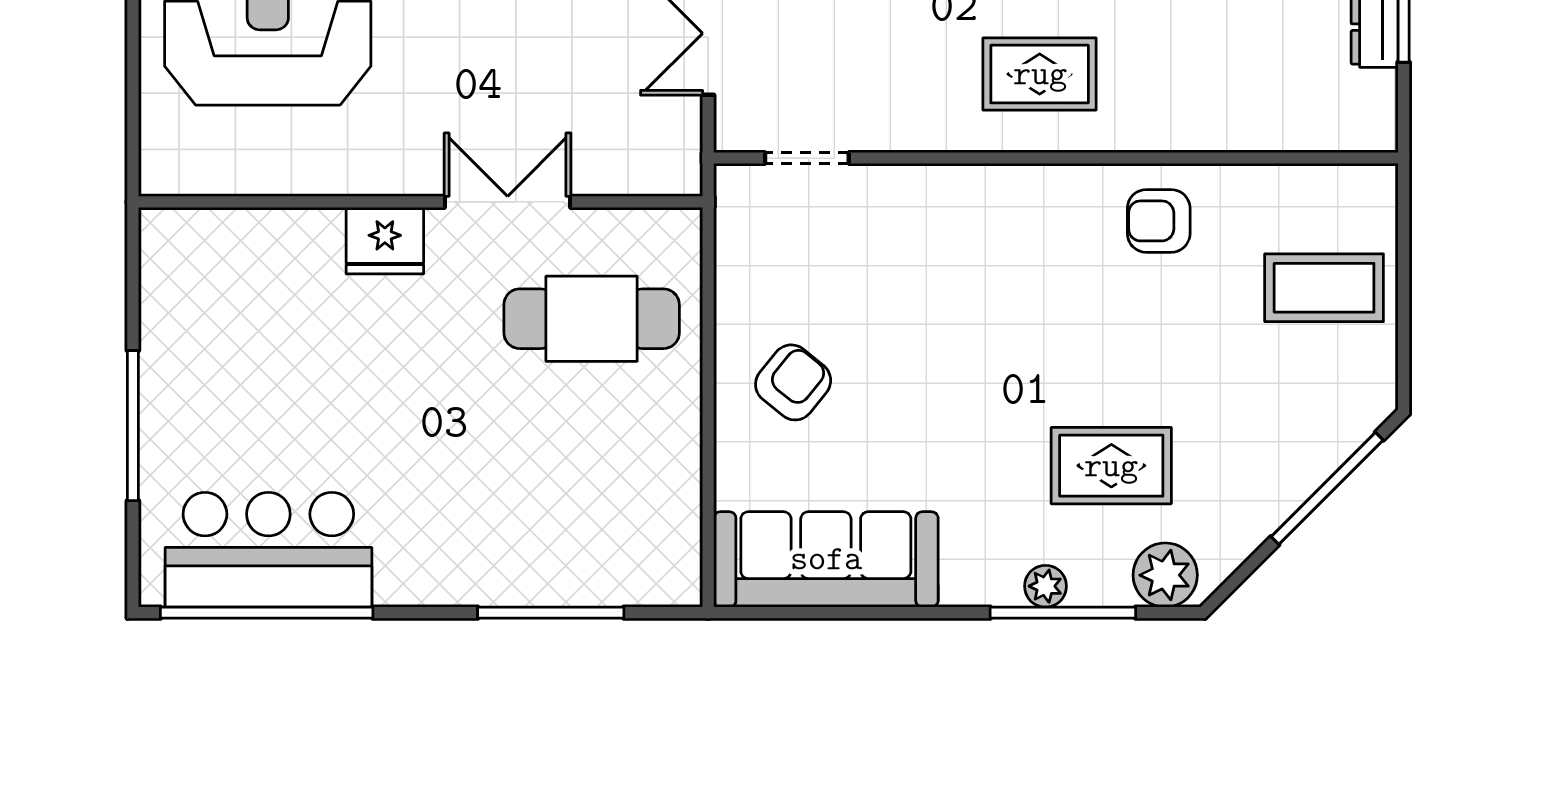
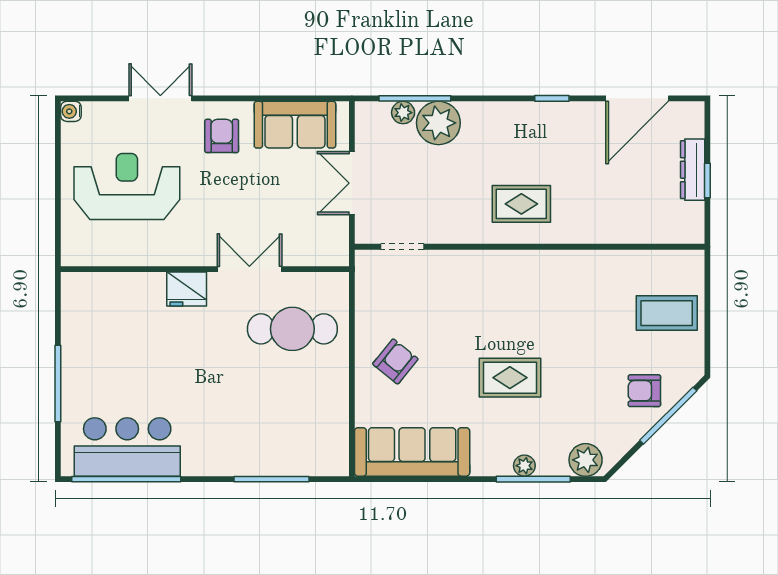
armchair: (1159, 221) -> (644, 391), moved
rug: (1111, 466) -> (510, 378), moved

